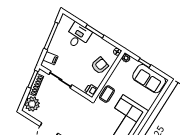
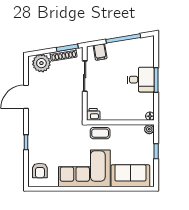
desk: (78, 36) -> (141, 80), moved
armchair: (100, 66) -> (125, 107), removed
sofa: (149, 79) -> (130, 176), moved, turned 90

